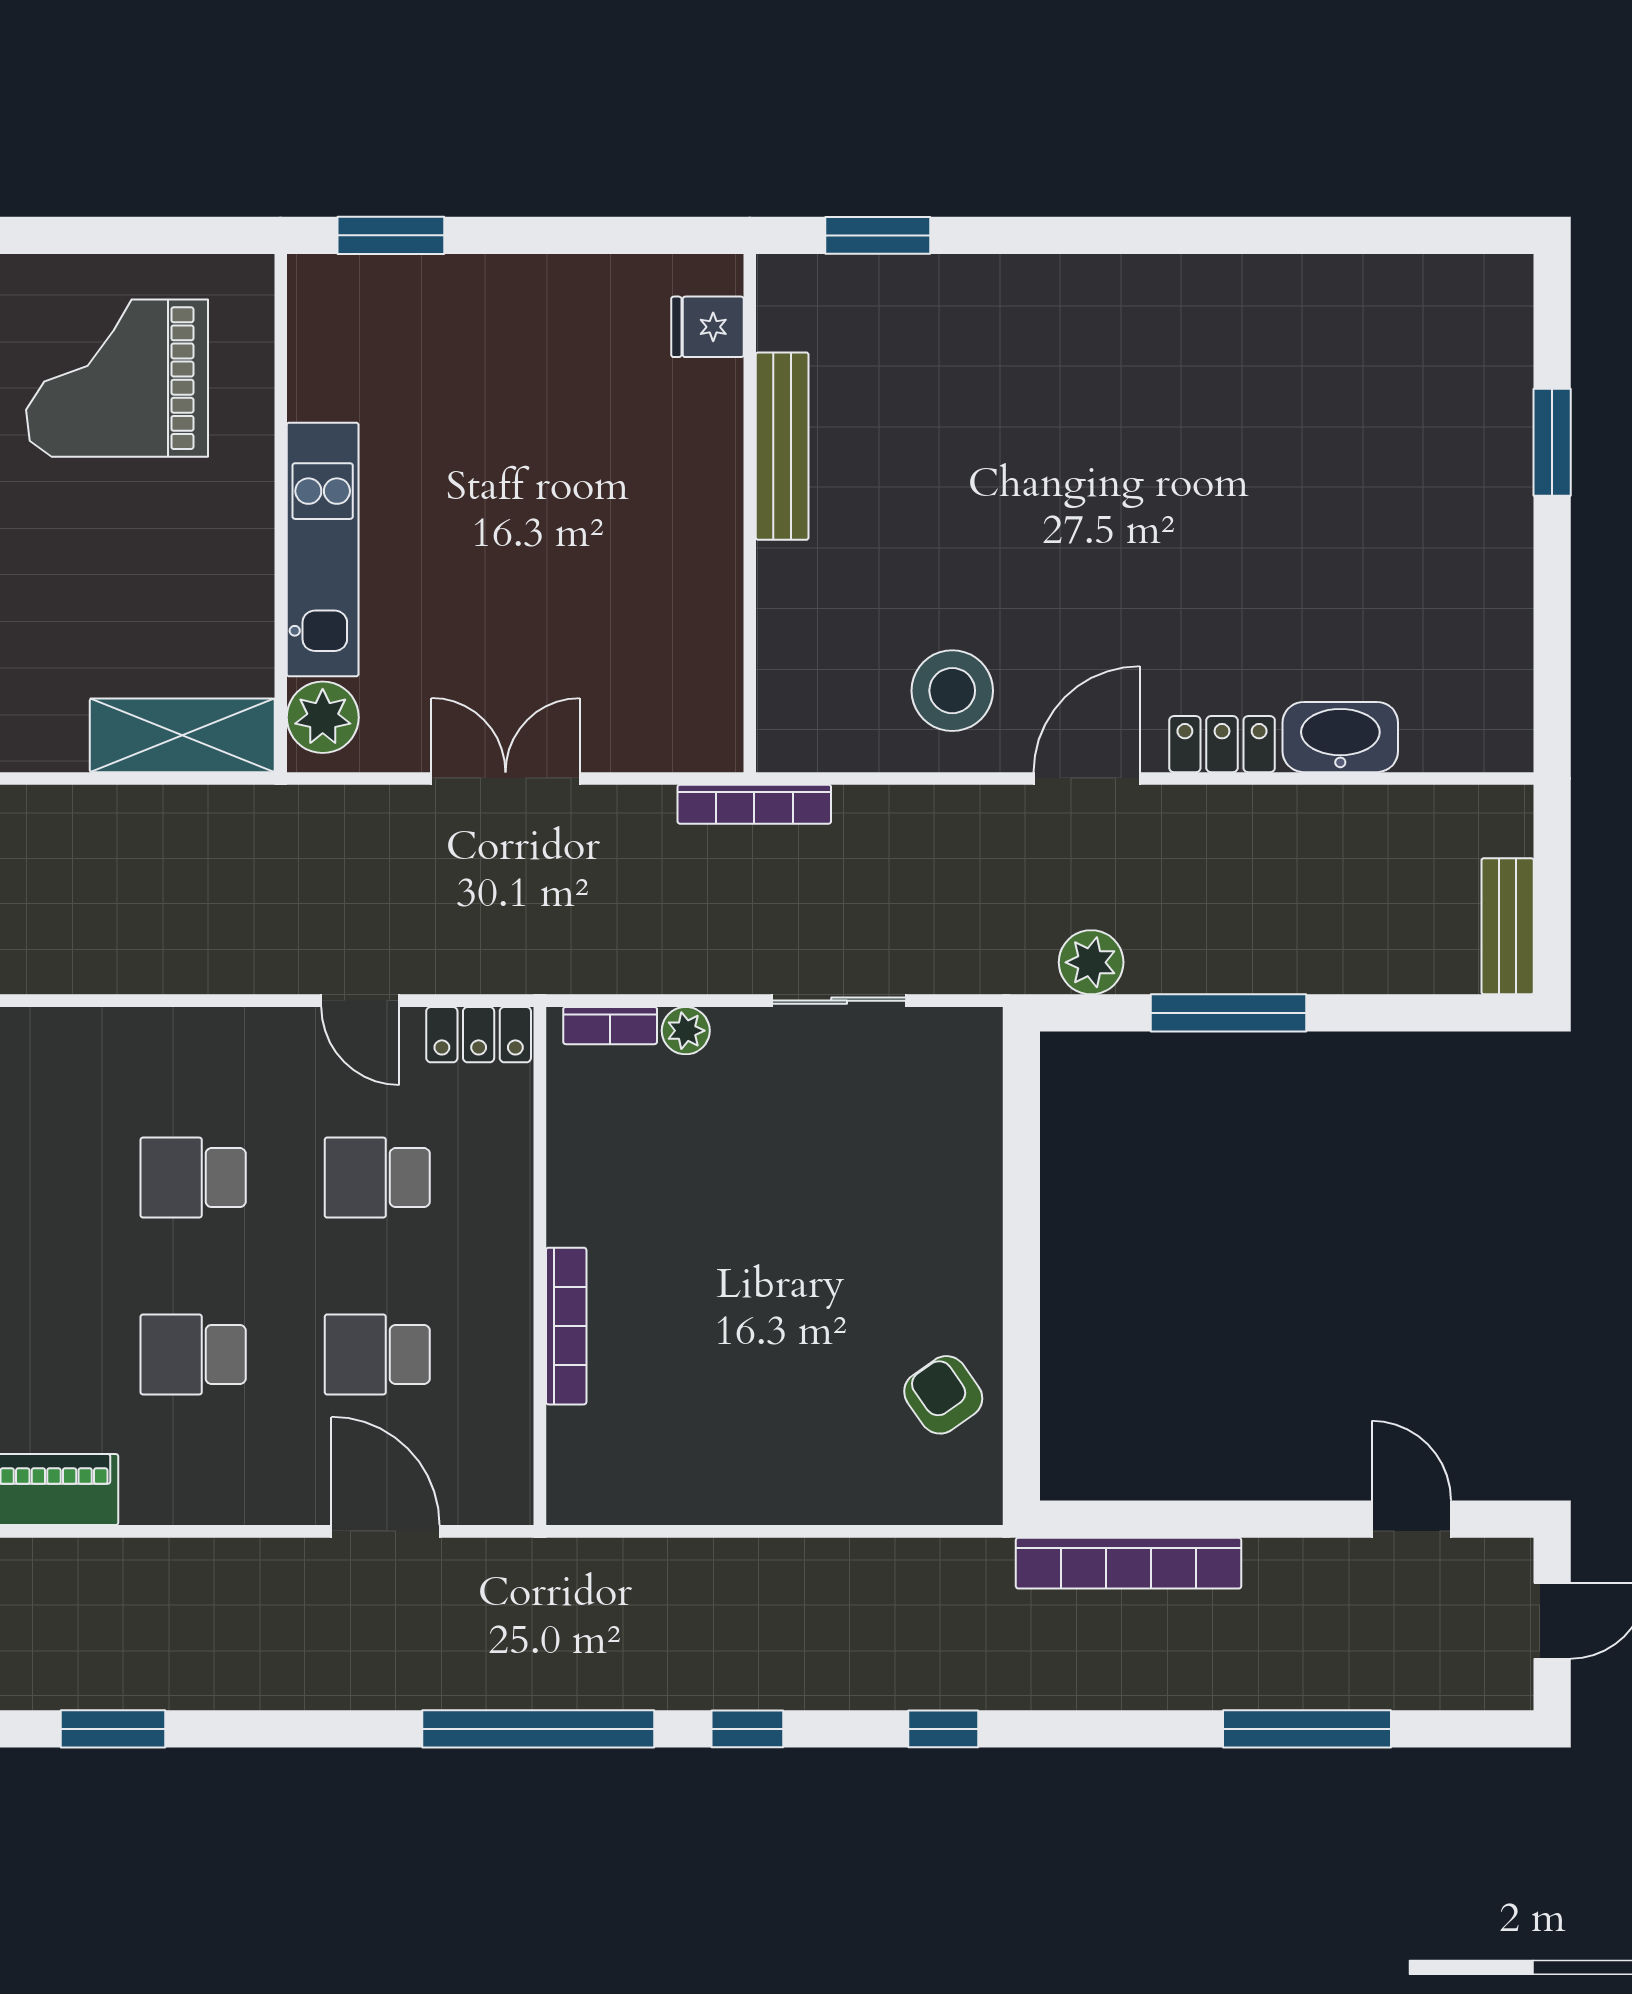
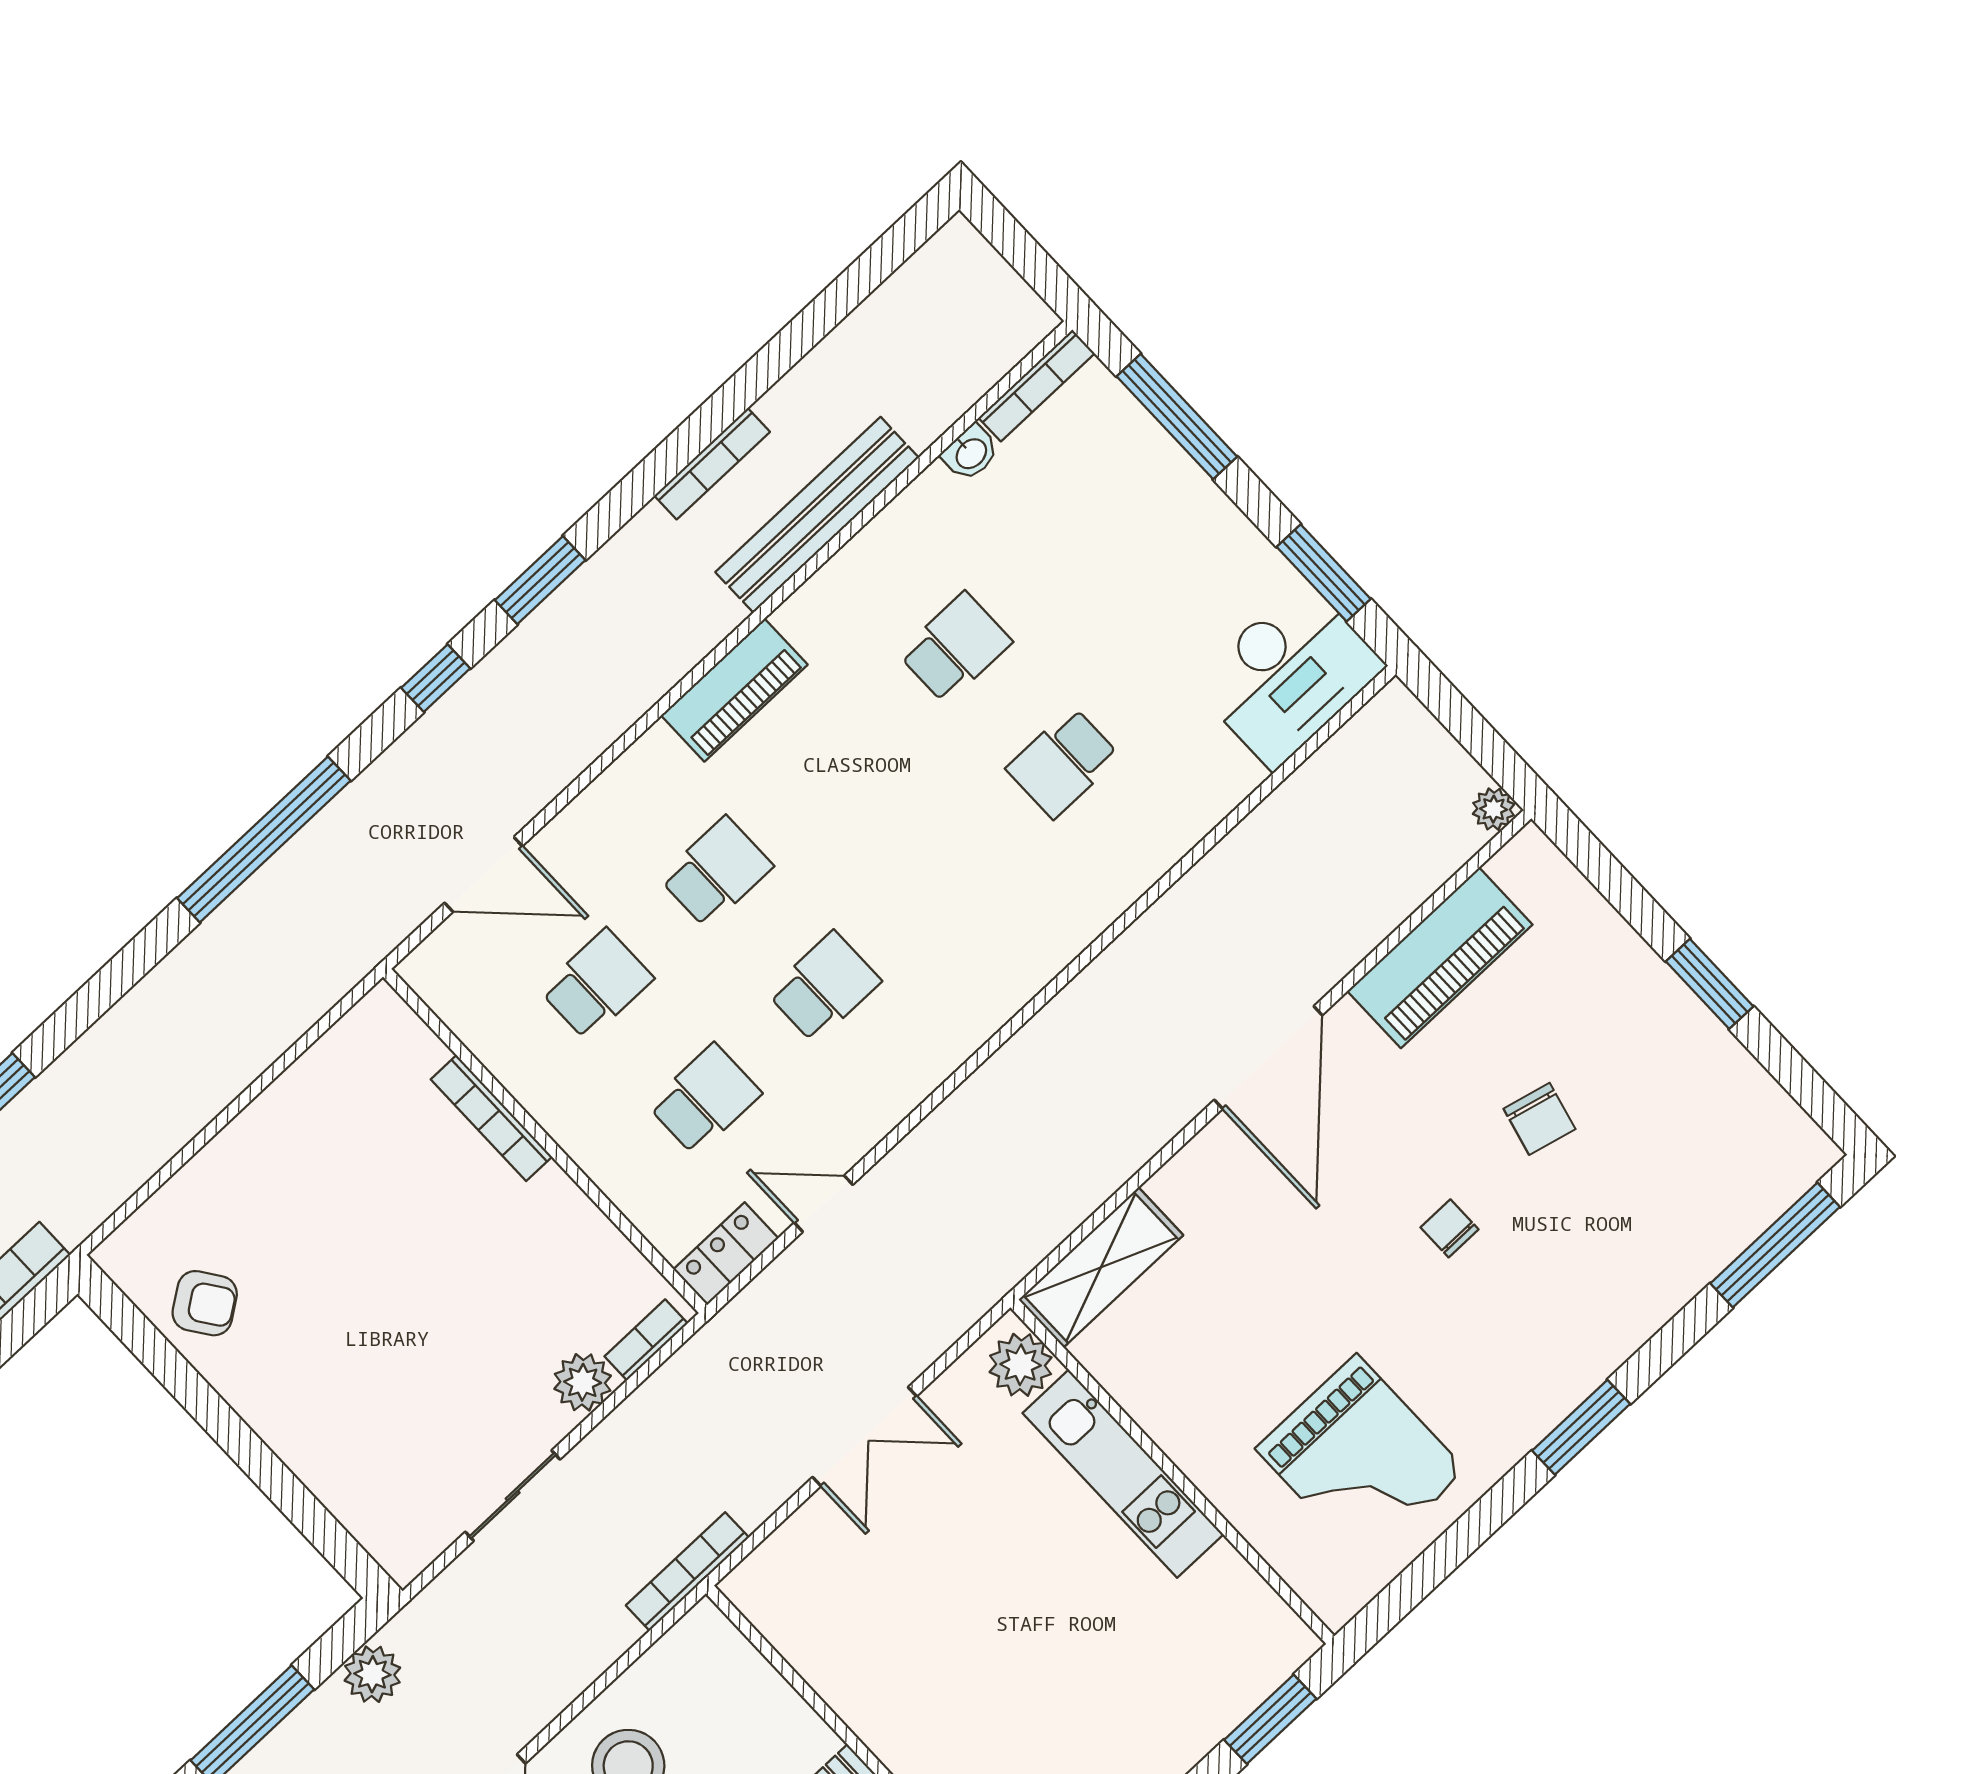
grand piano: (117, 378) -> (1361, 1460), turned 90
plant: (686, 1031) -> (583, 1382), width x1.38, depth x1.38
window: (747, 1729) -> (436, 678), moved

